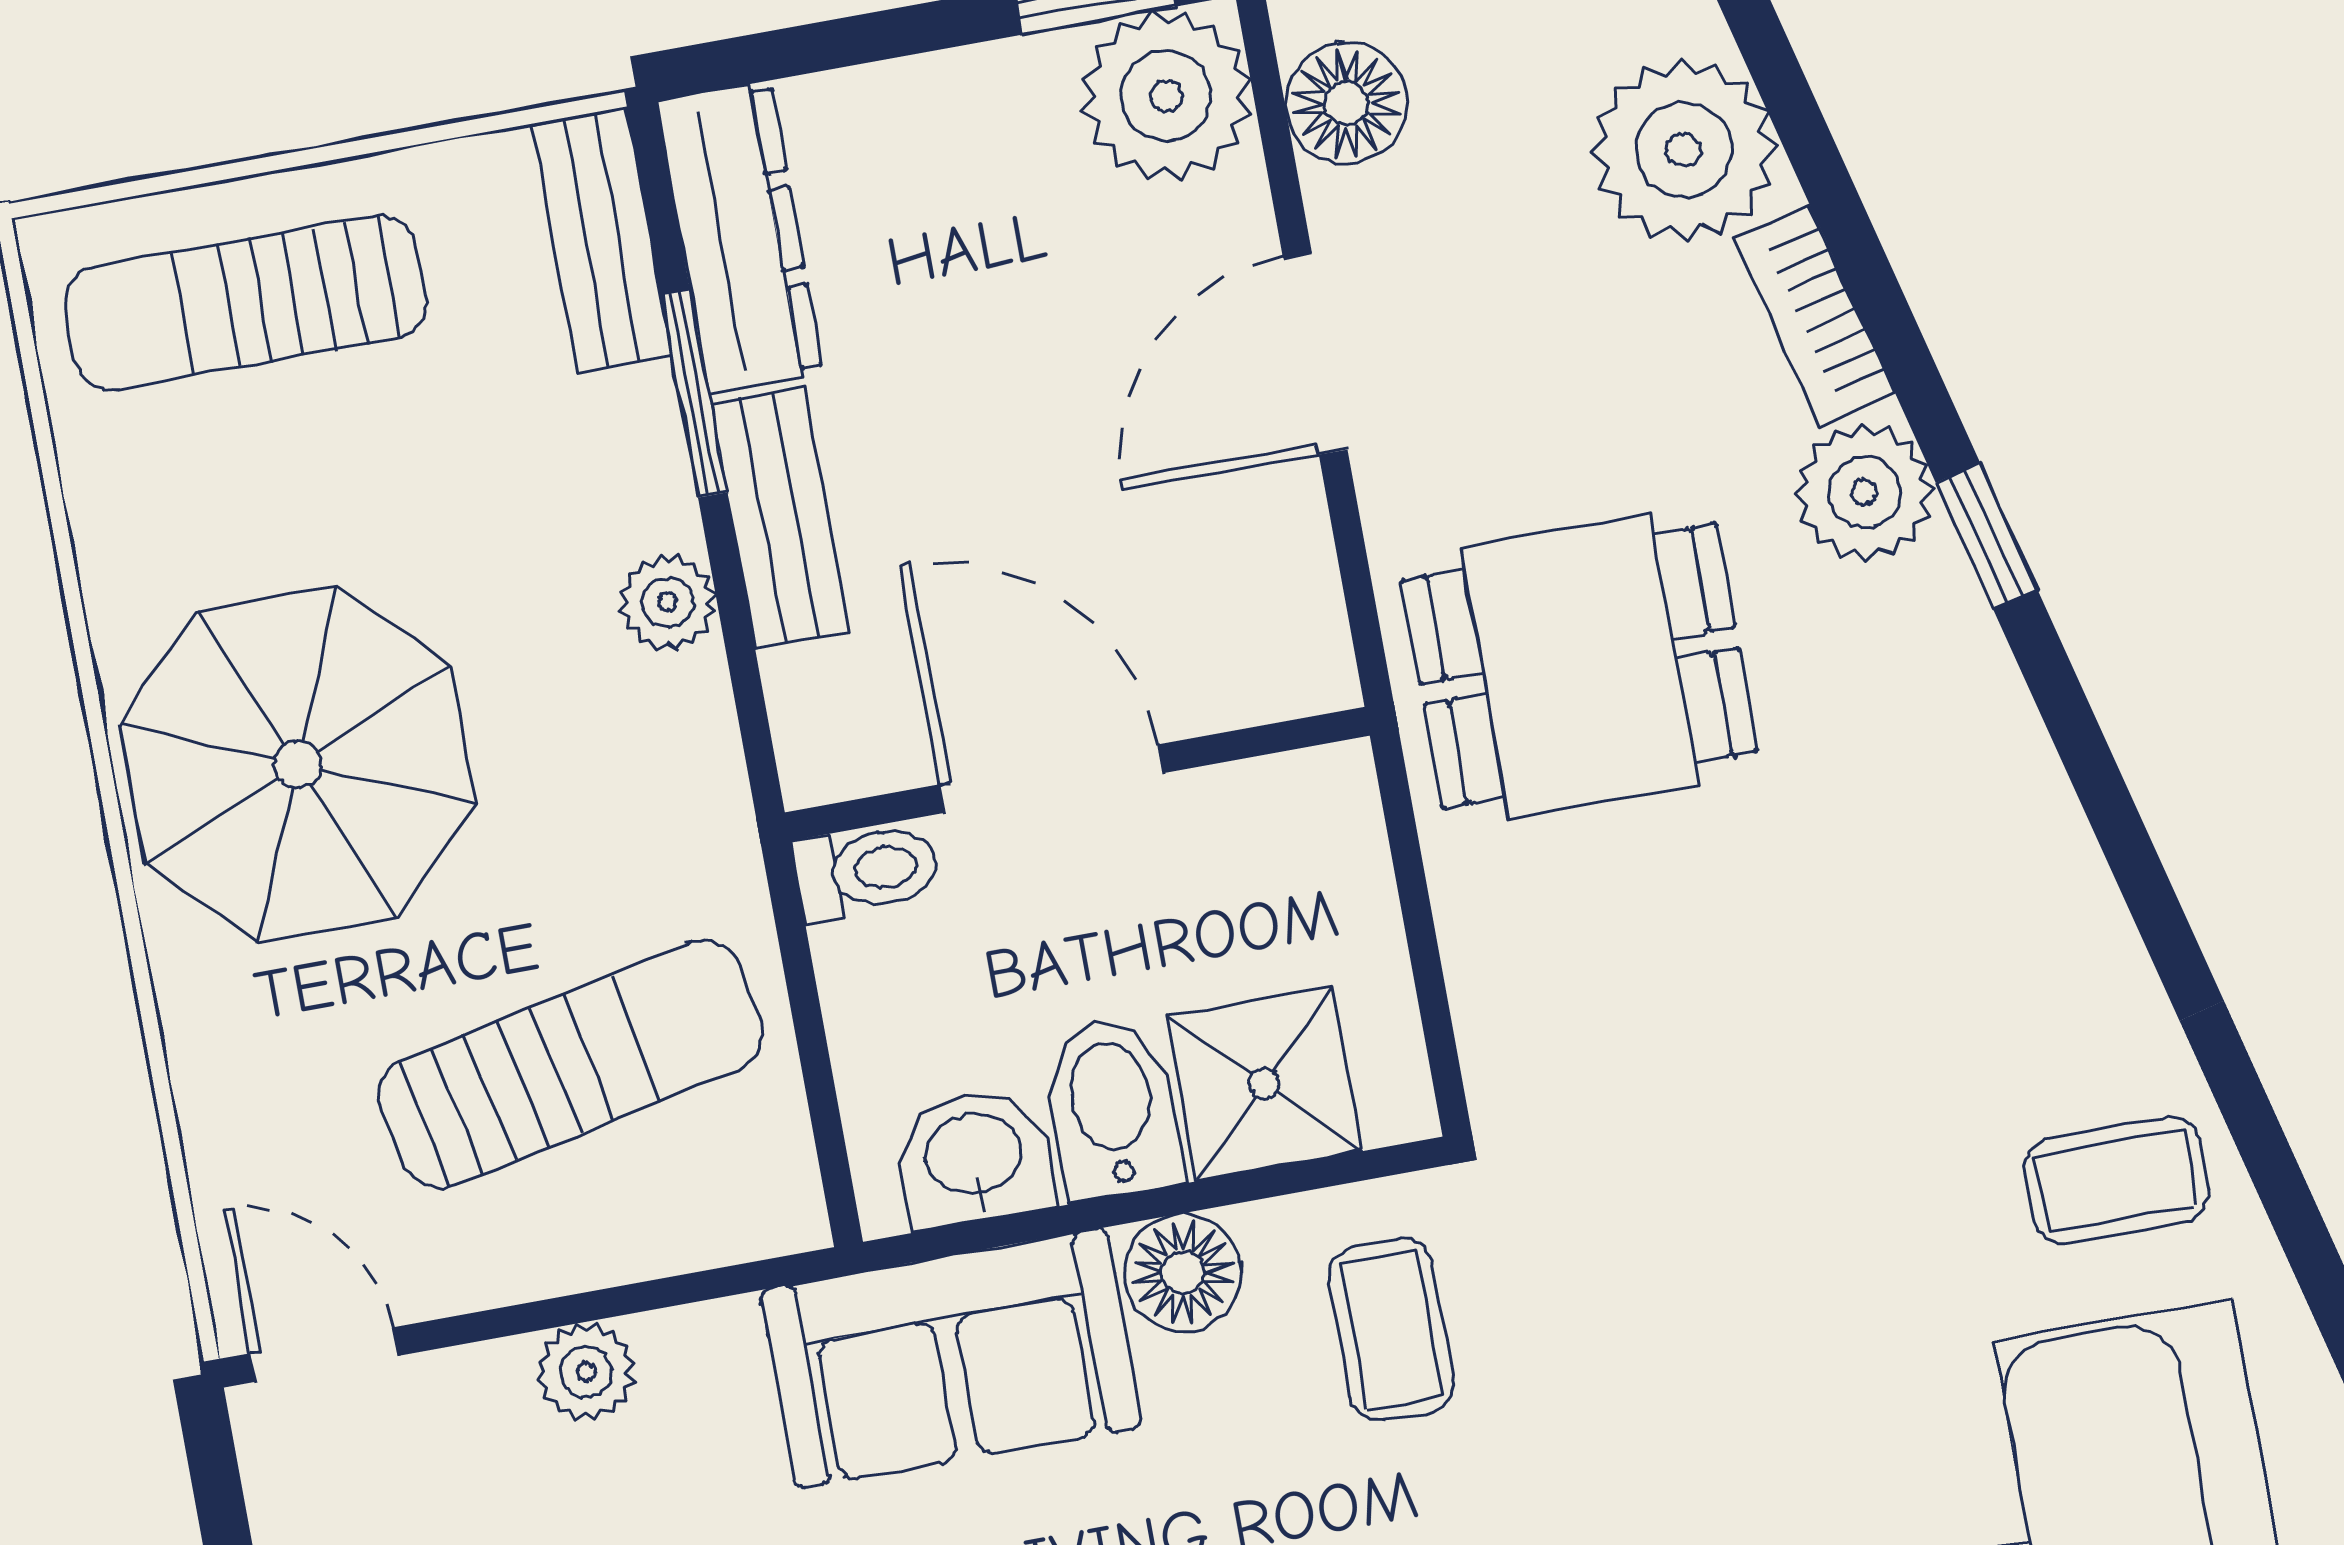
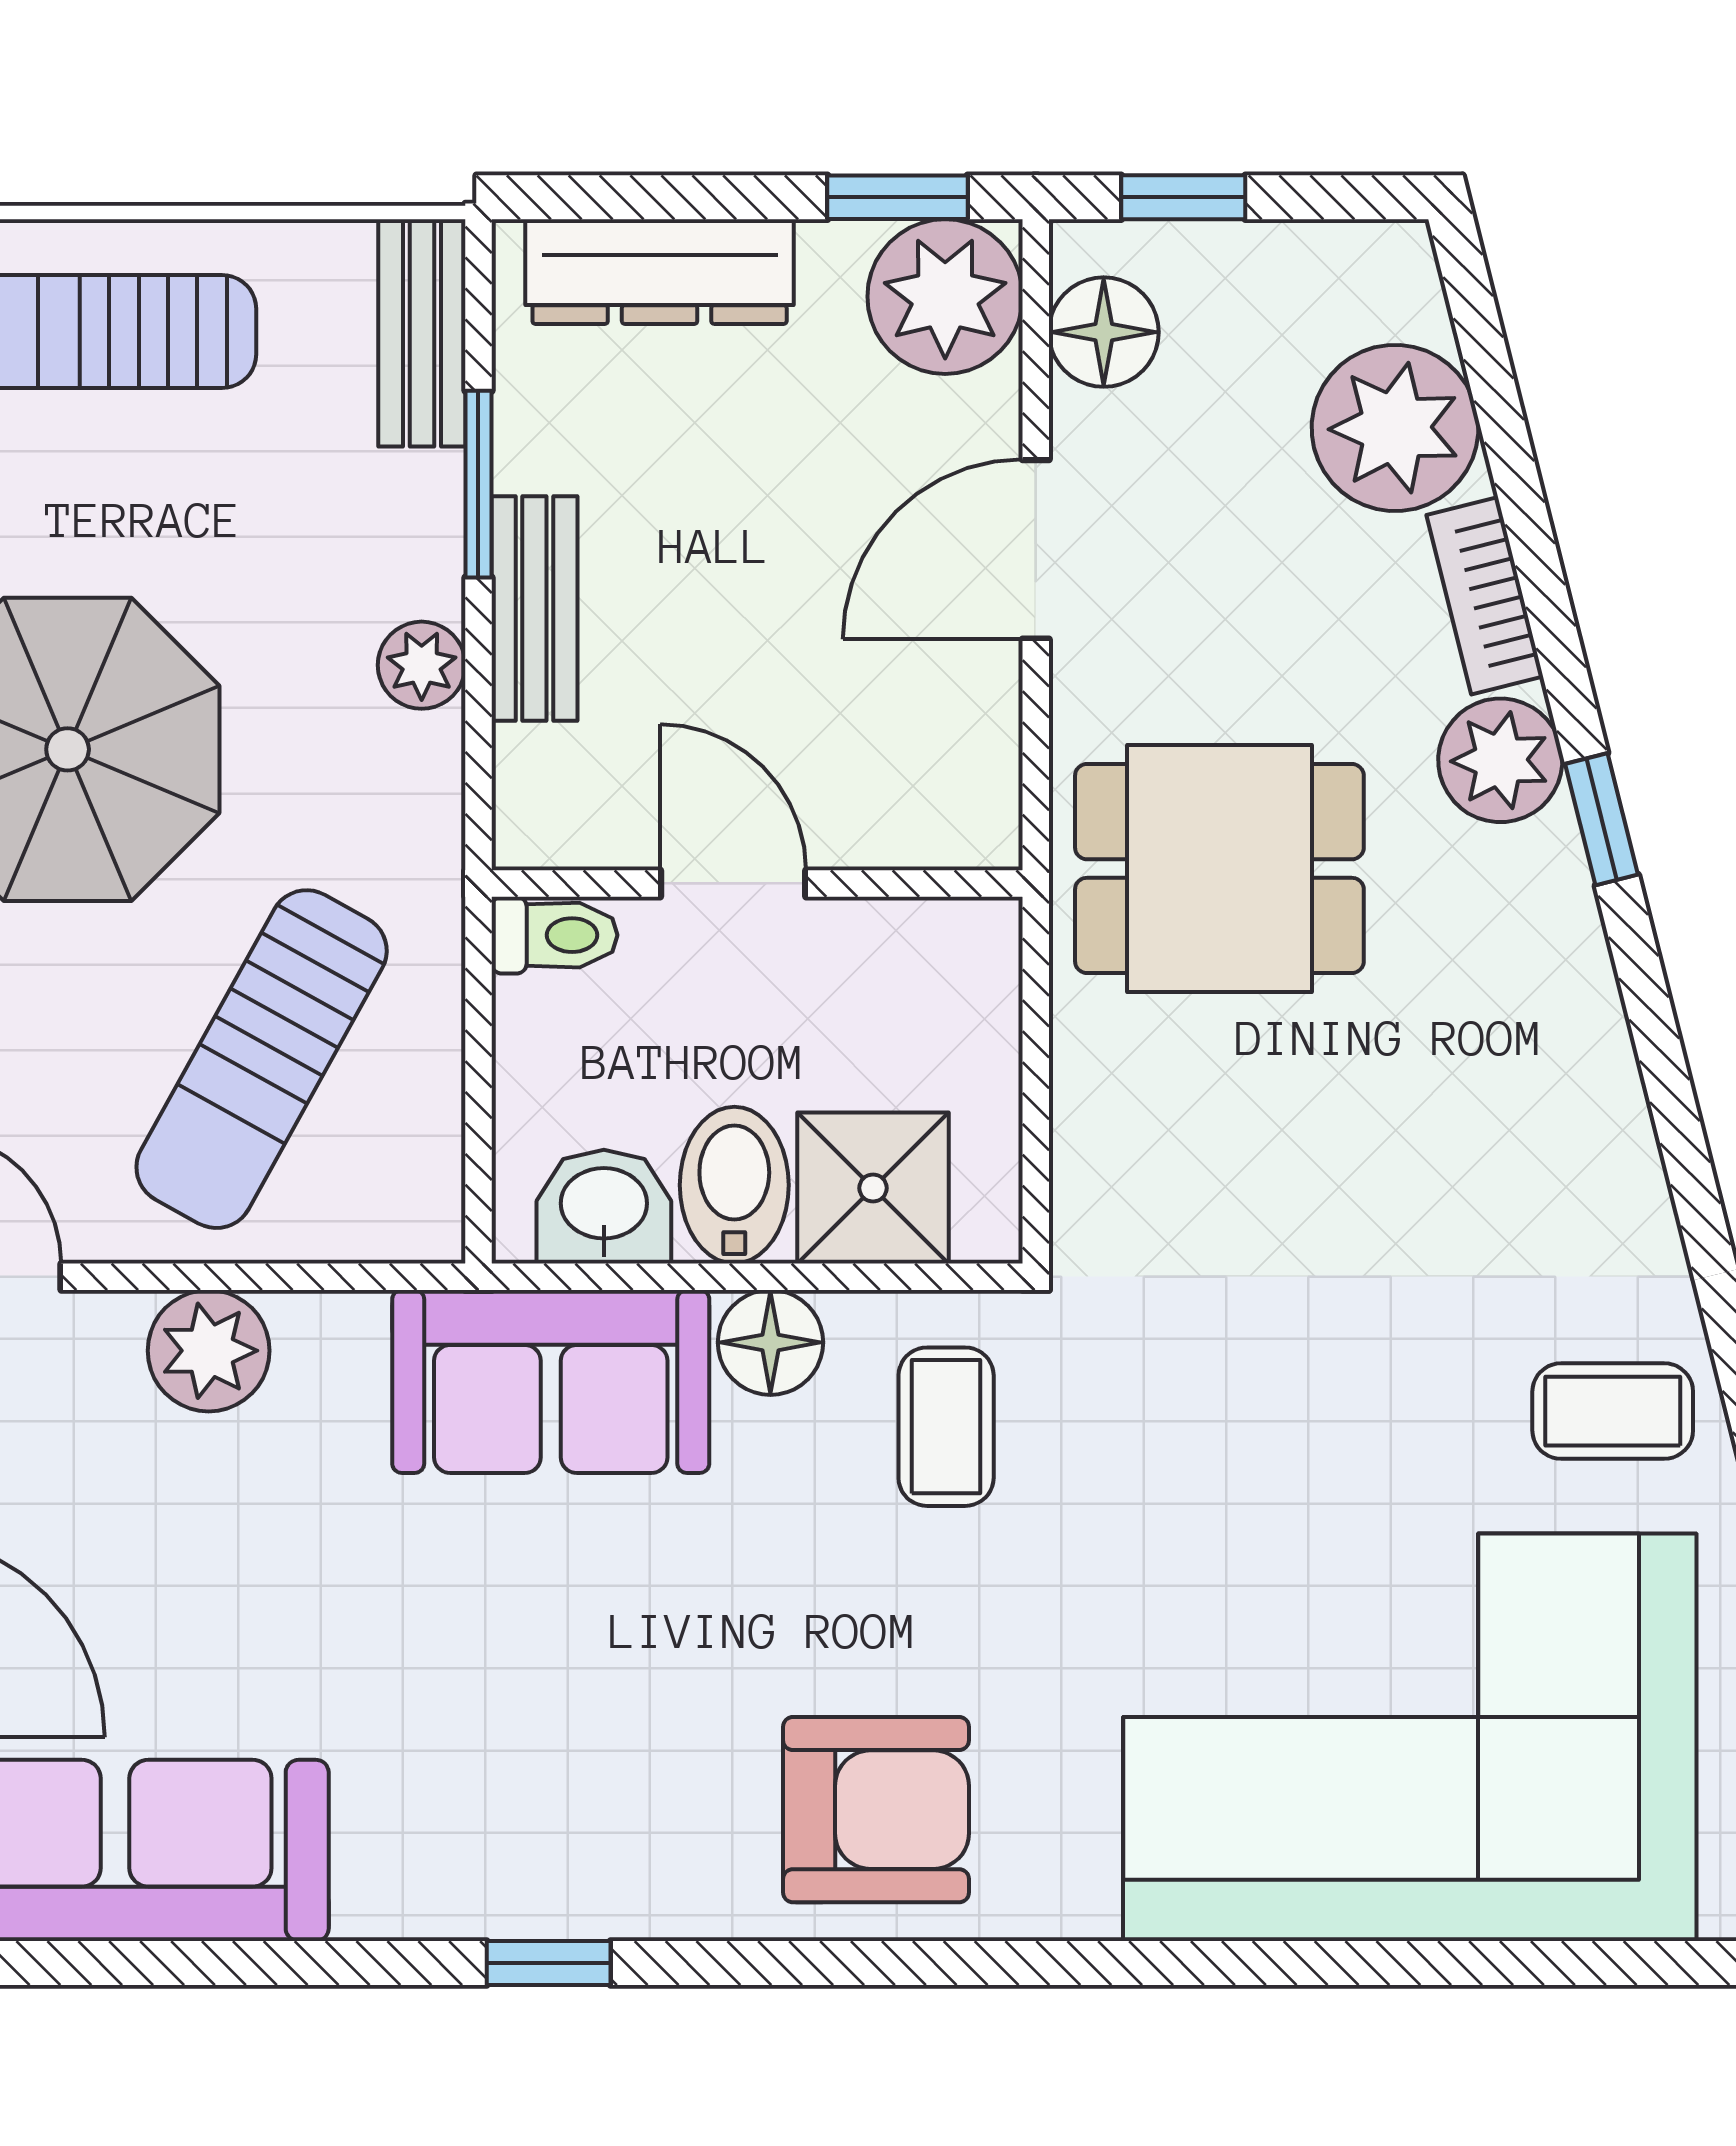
dresser: (739, 237) -> (660, 272), moved, turned 90
door: (1051, 779) -> (733, 883), width x0.73
sun lounger: (571, 1064) -> (262, 1059), turned 131
plant: (586, 1372) -> (209, 1351), width x1.38, depth x1.38

